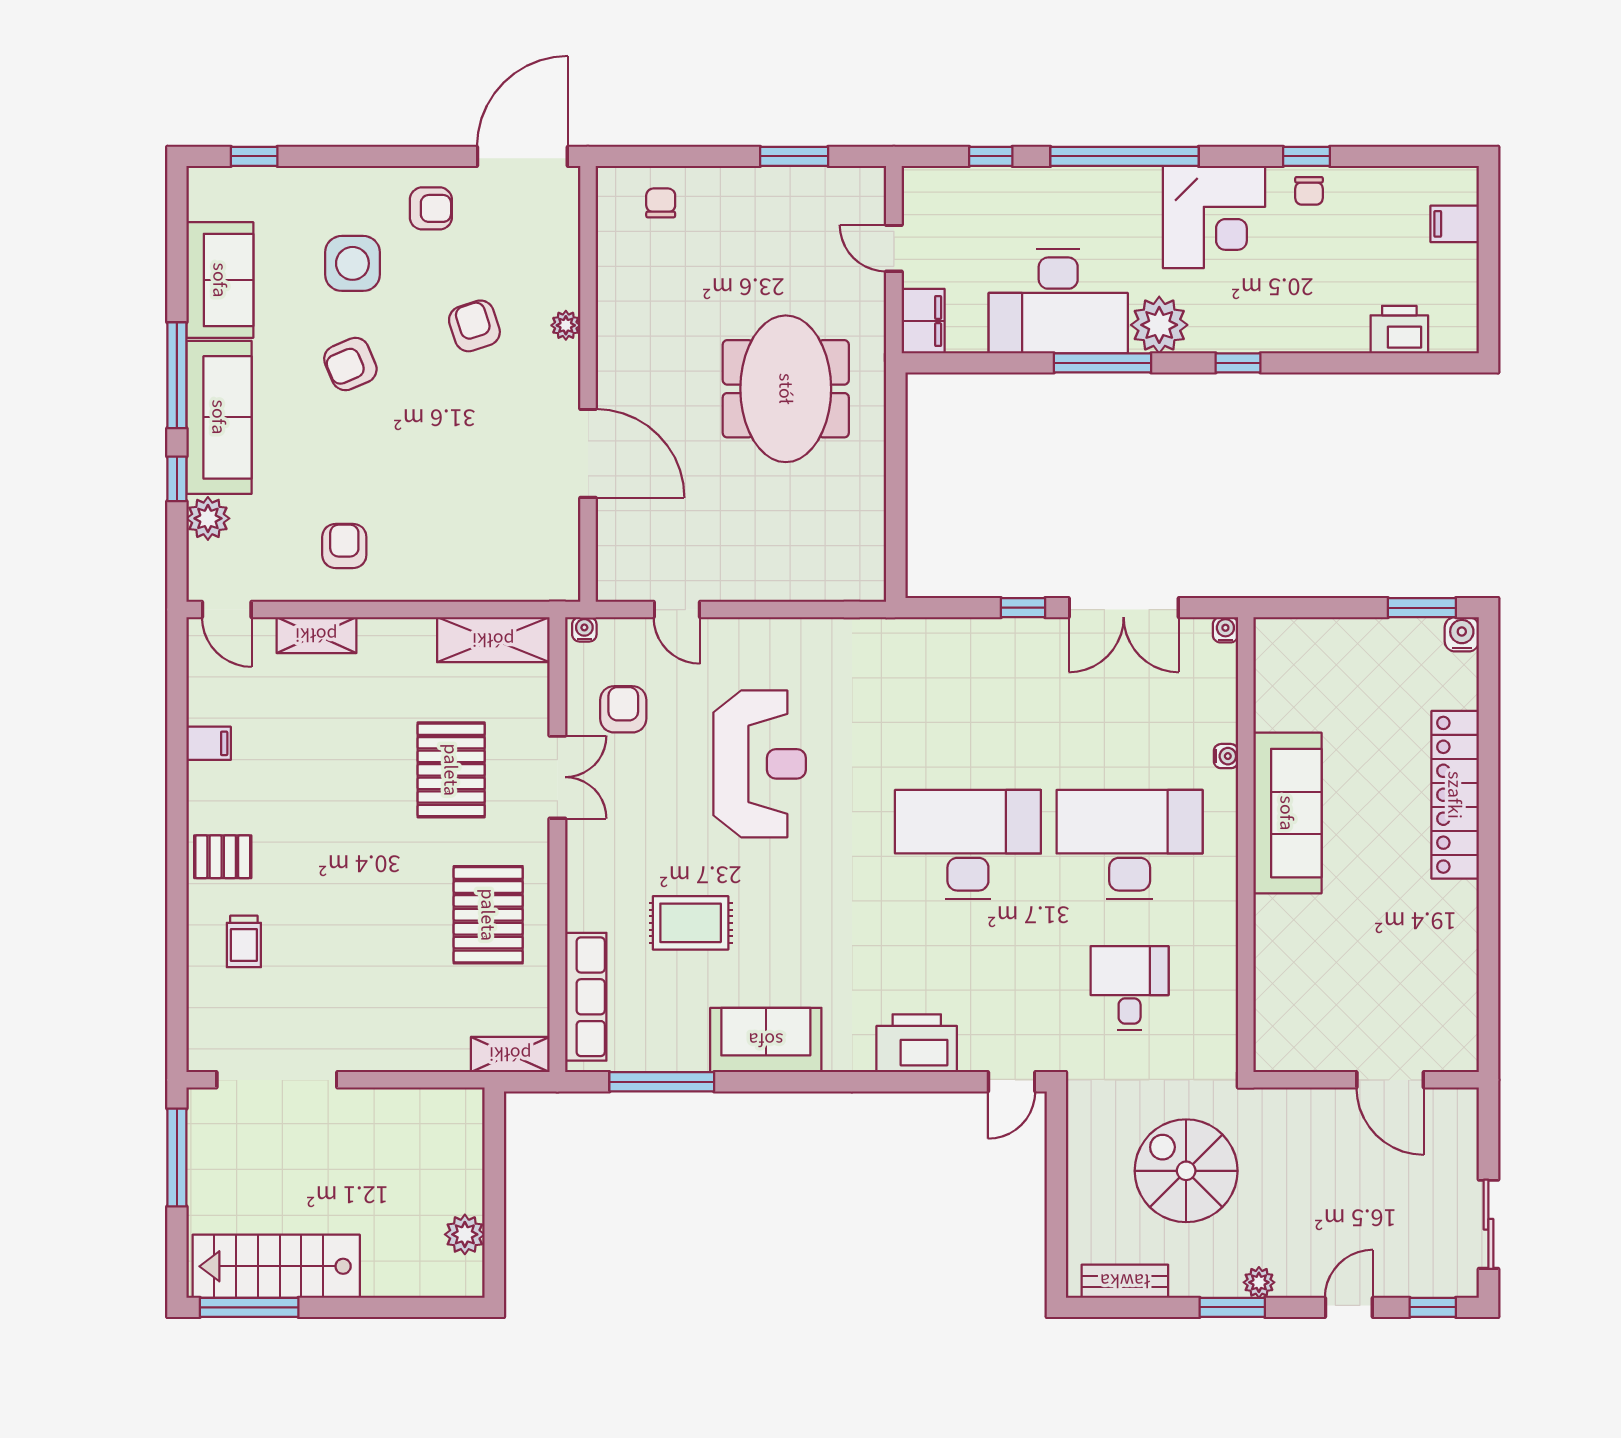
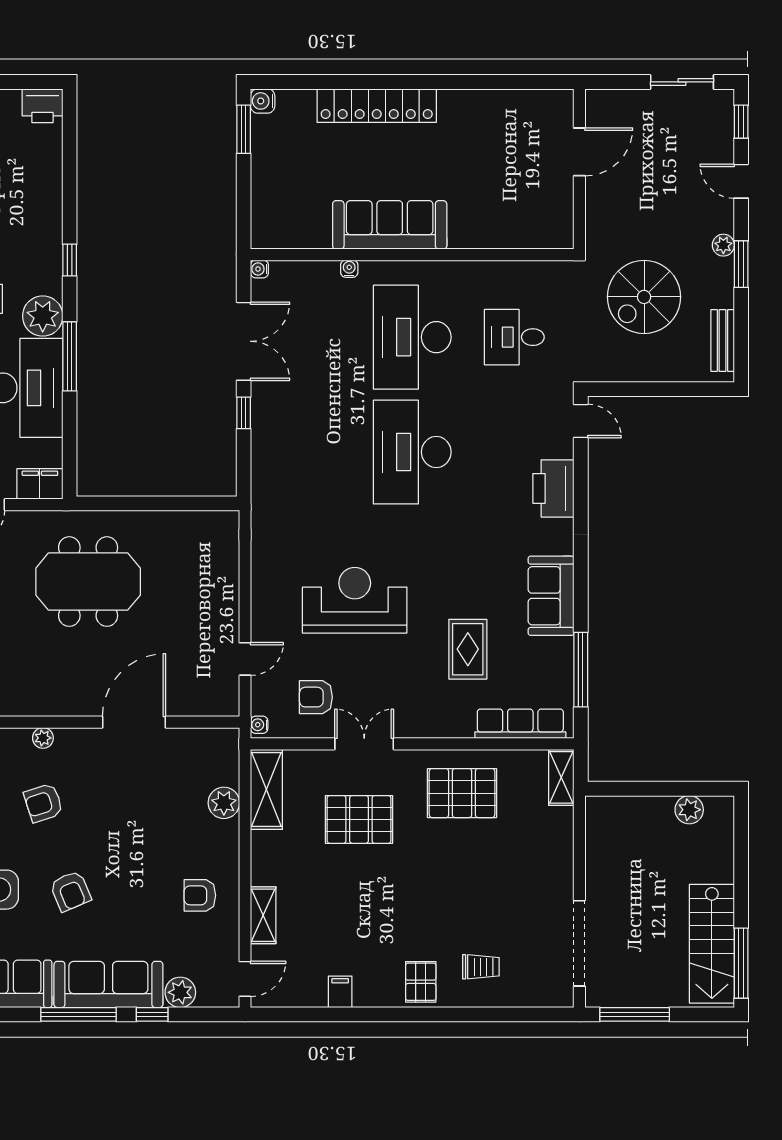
printer: (1399, 330) -> (42, 106), moved, turned -90
plant: (475, 580) -> (224, 803), added

